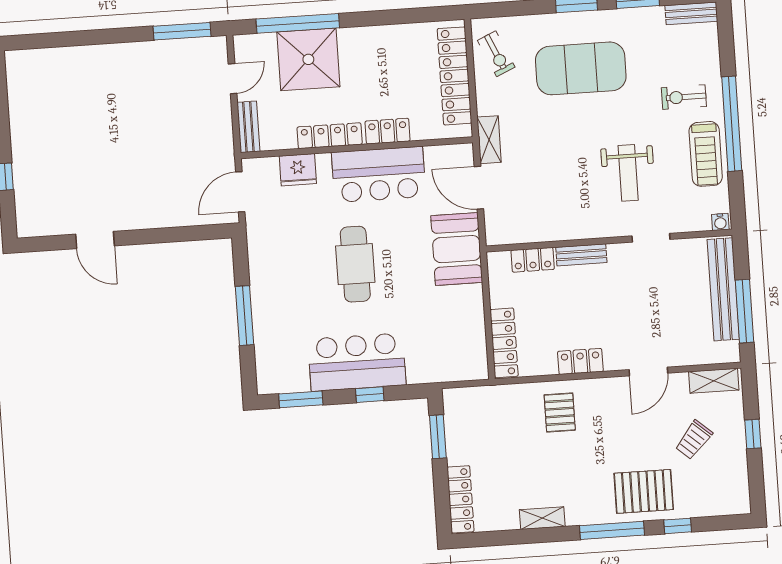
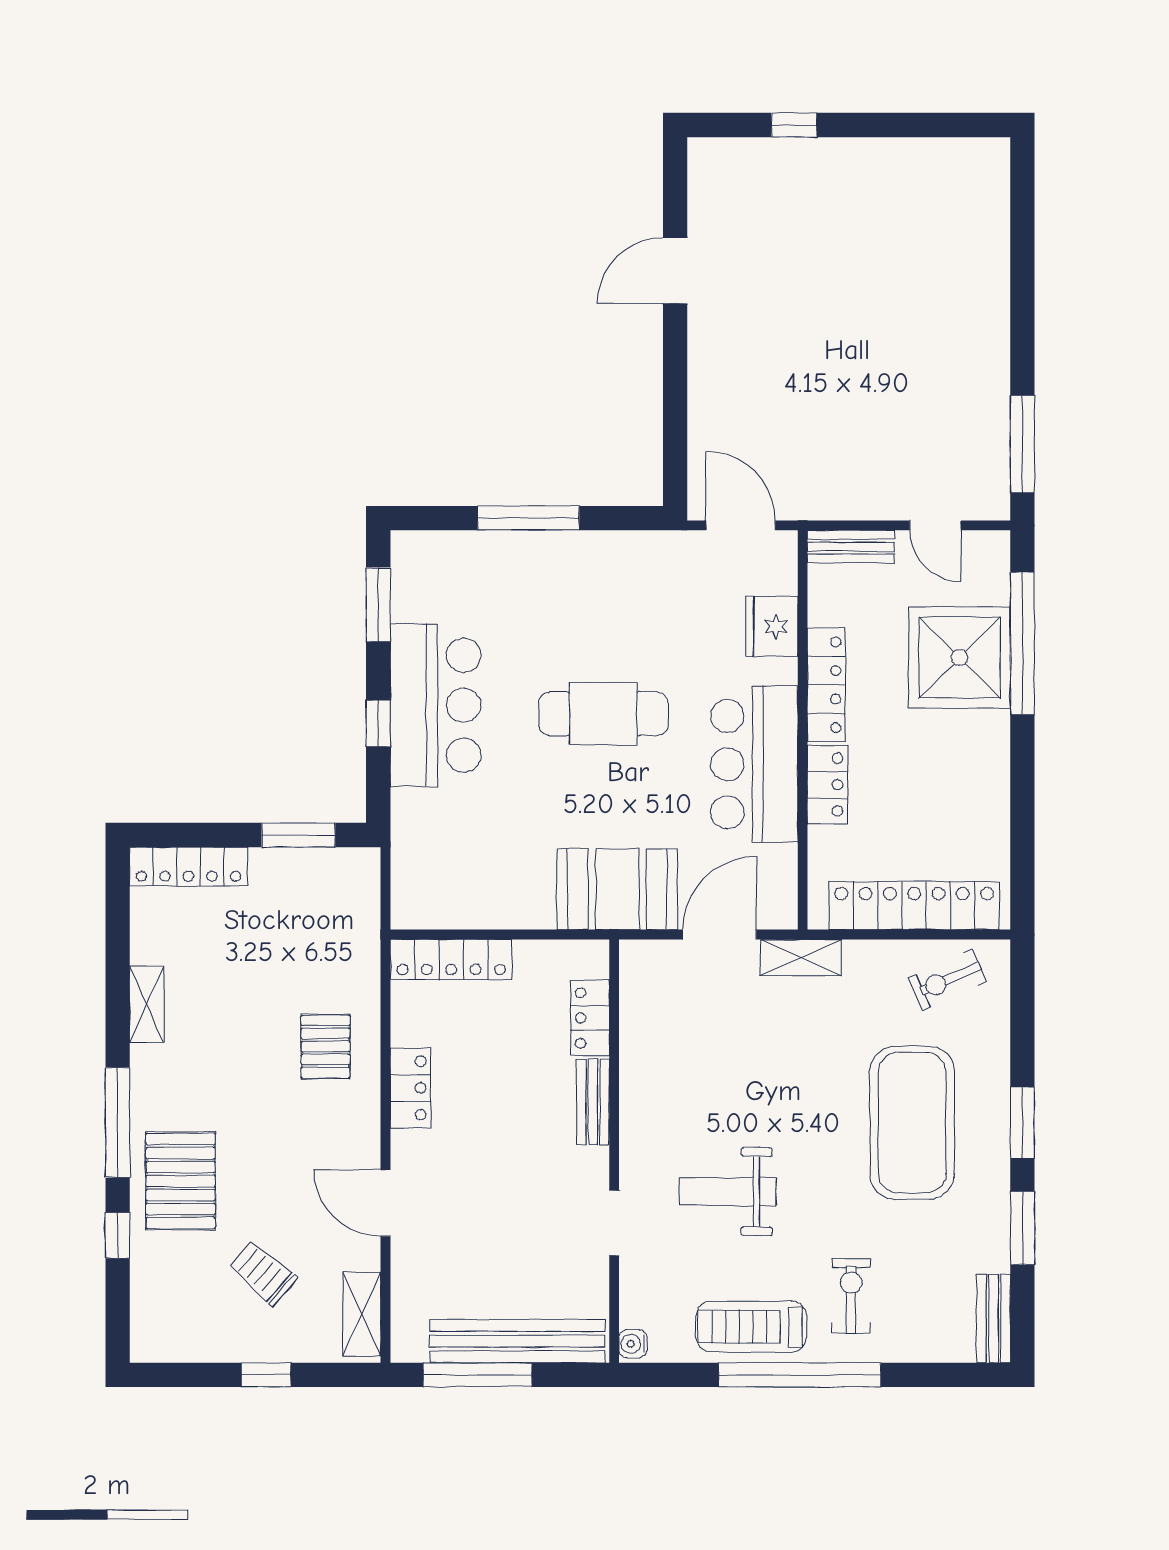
pallet: (560, 413) -> (325, 1047), turned 90

